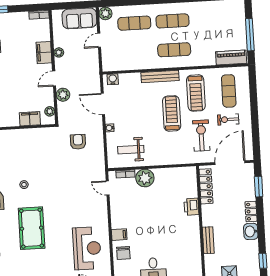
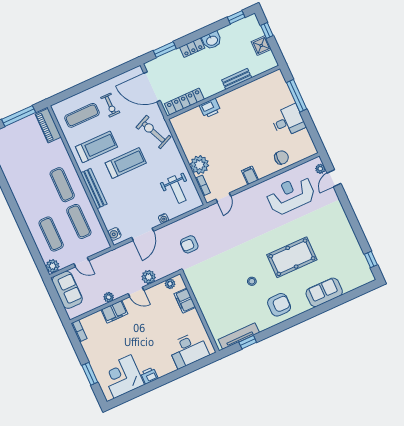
exercise mat: (172, 21) -> (79, 221), moved
treadmill: (172, 113) -> (126, 163), turned 180
exercise bike: (201, 135) -> (154, 132), moved, turned 66
filing cabinet: (119, 235) -> (250, 175), moved

